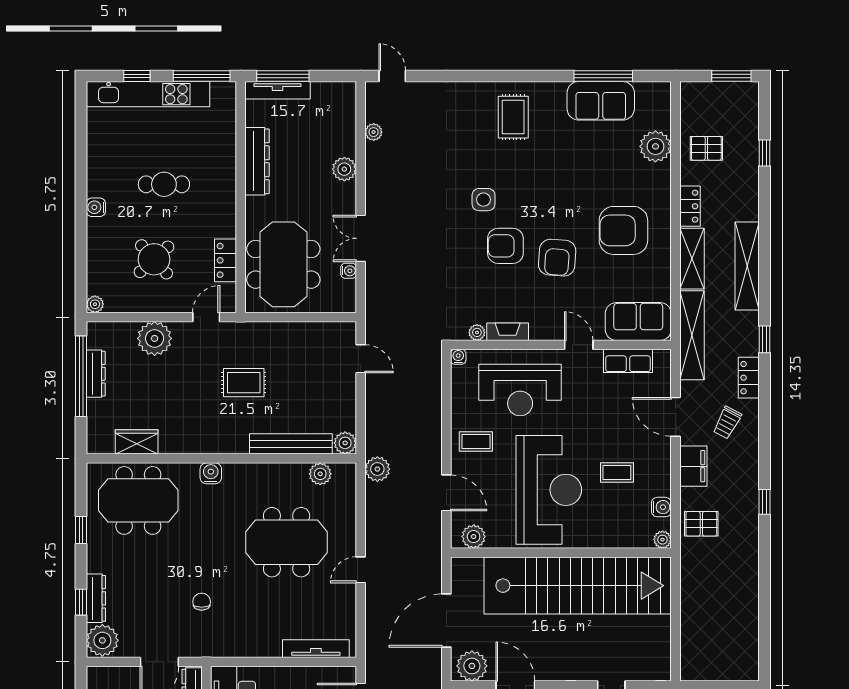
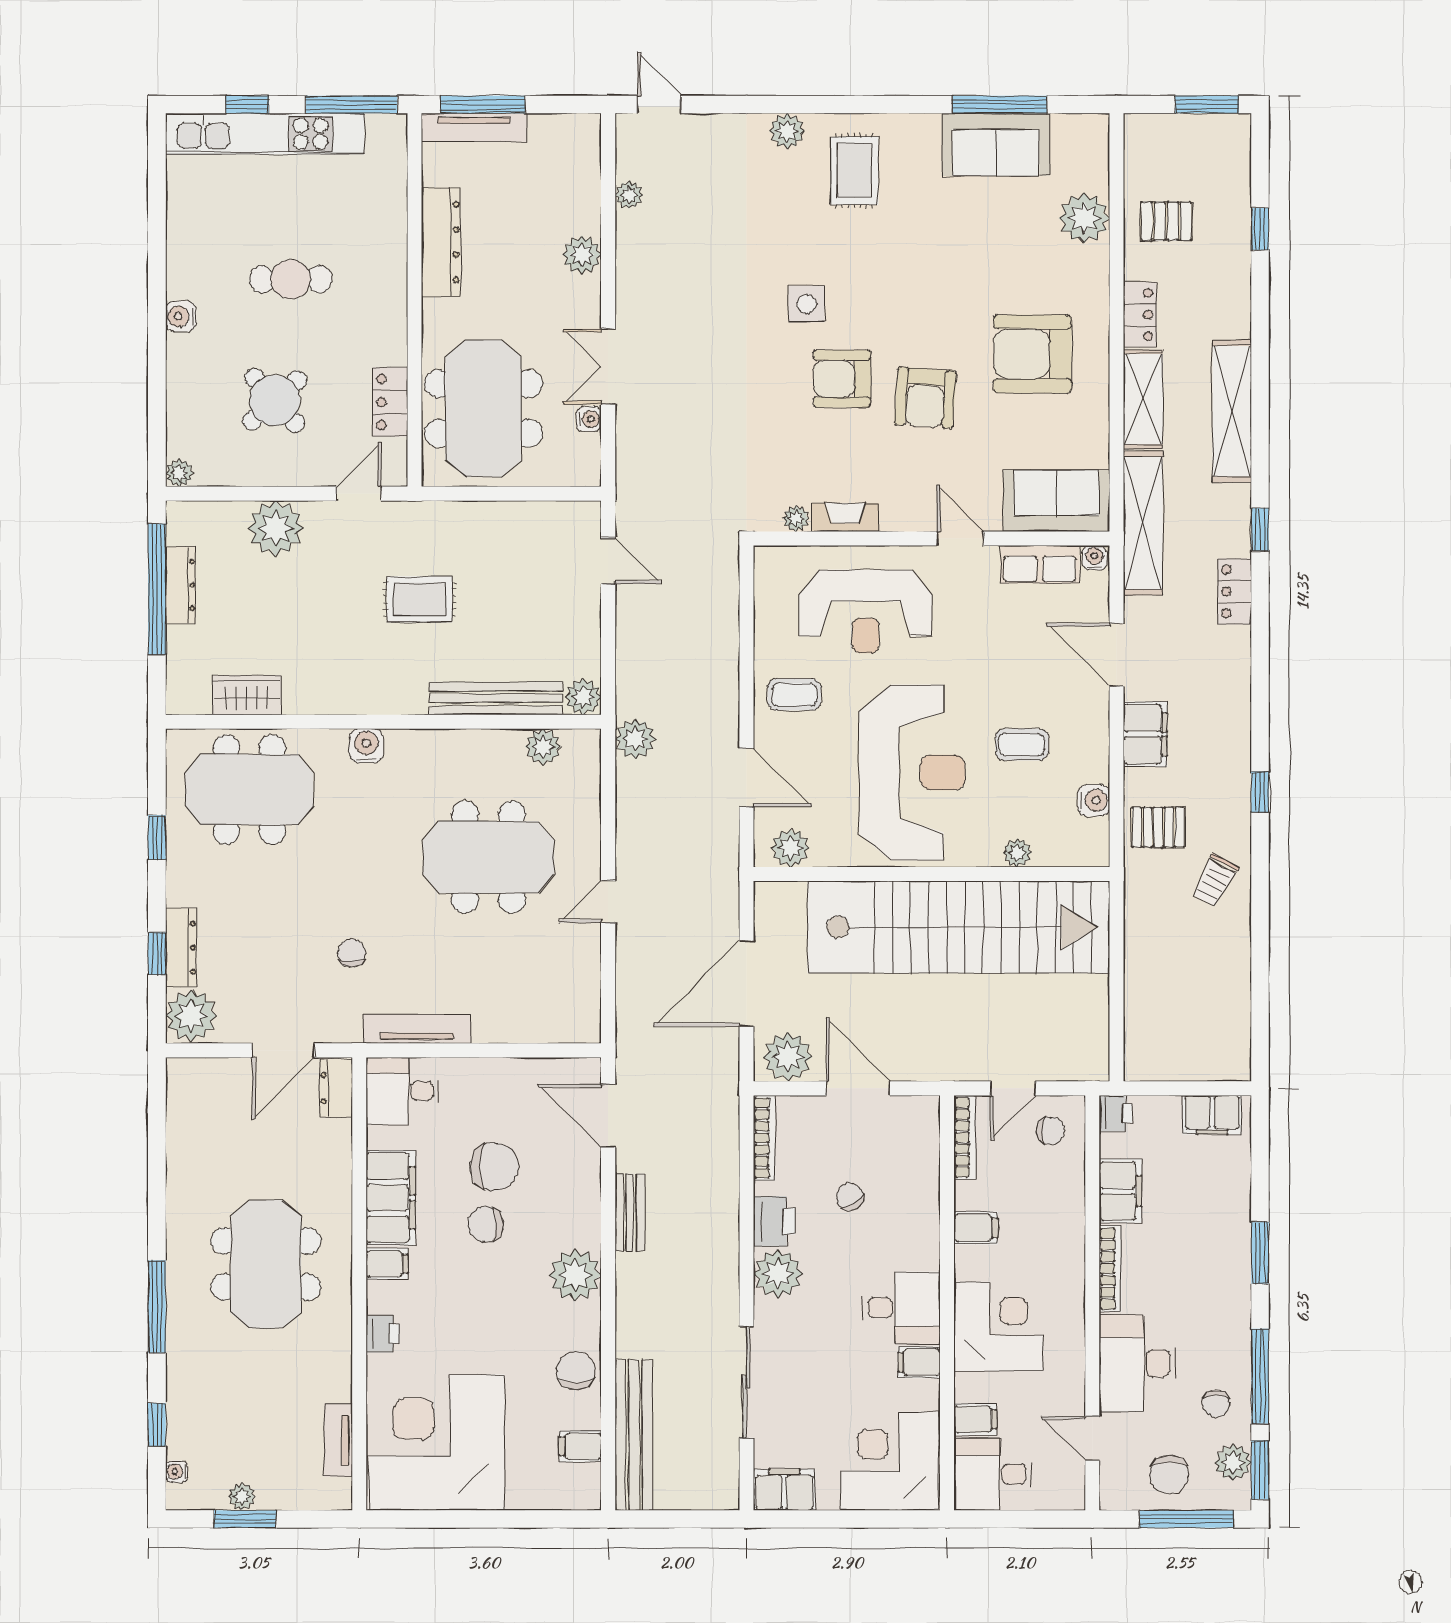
plant: (471, 92) -> (787, 131), added
water cooler: (458, 357) -> (1094, 558), moved
trolley: (727, 423) -> (1215, 881), moved
plant: (662, 540) -> (1017, 853), moved
tv unit: (316, 649) -> (417, 1029), moved

